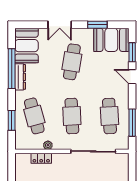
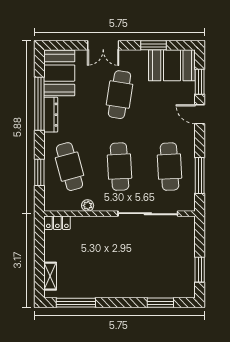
locker: (41, 158) -> (57, 223), moved

